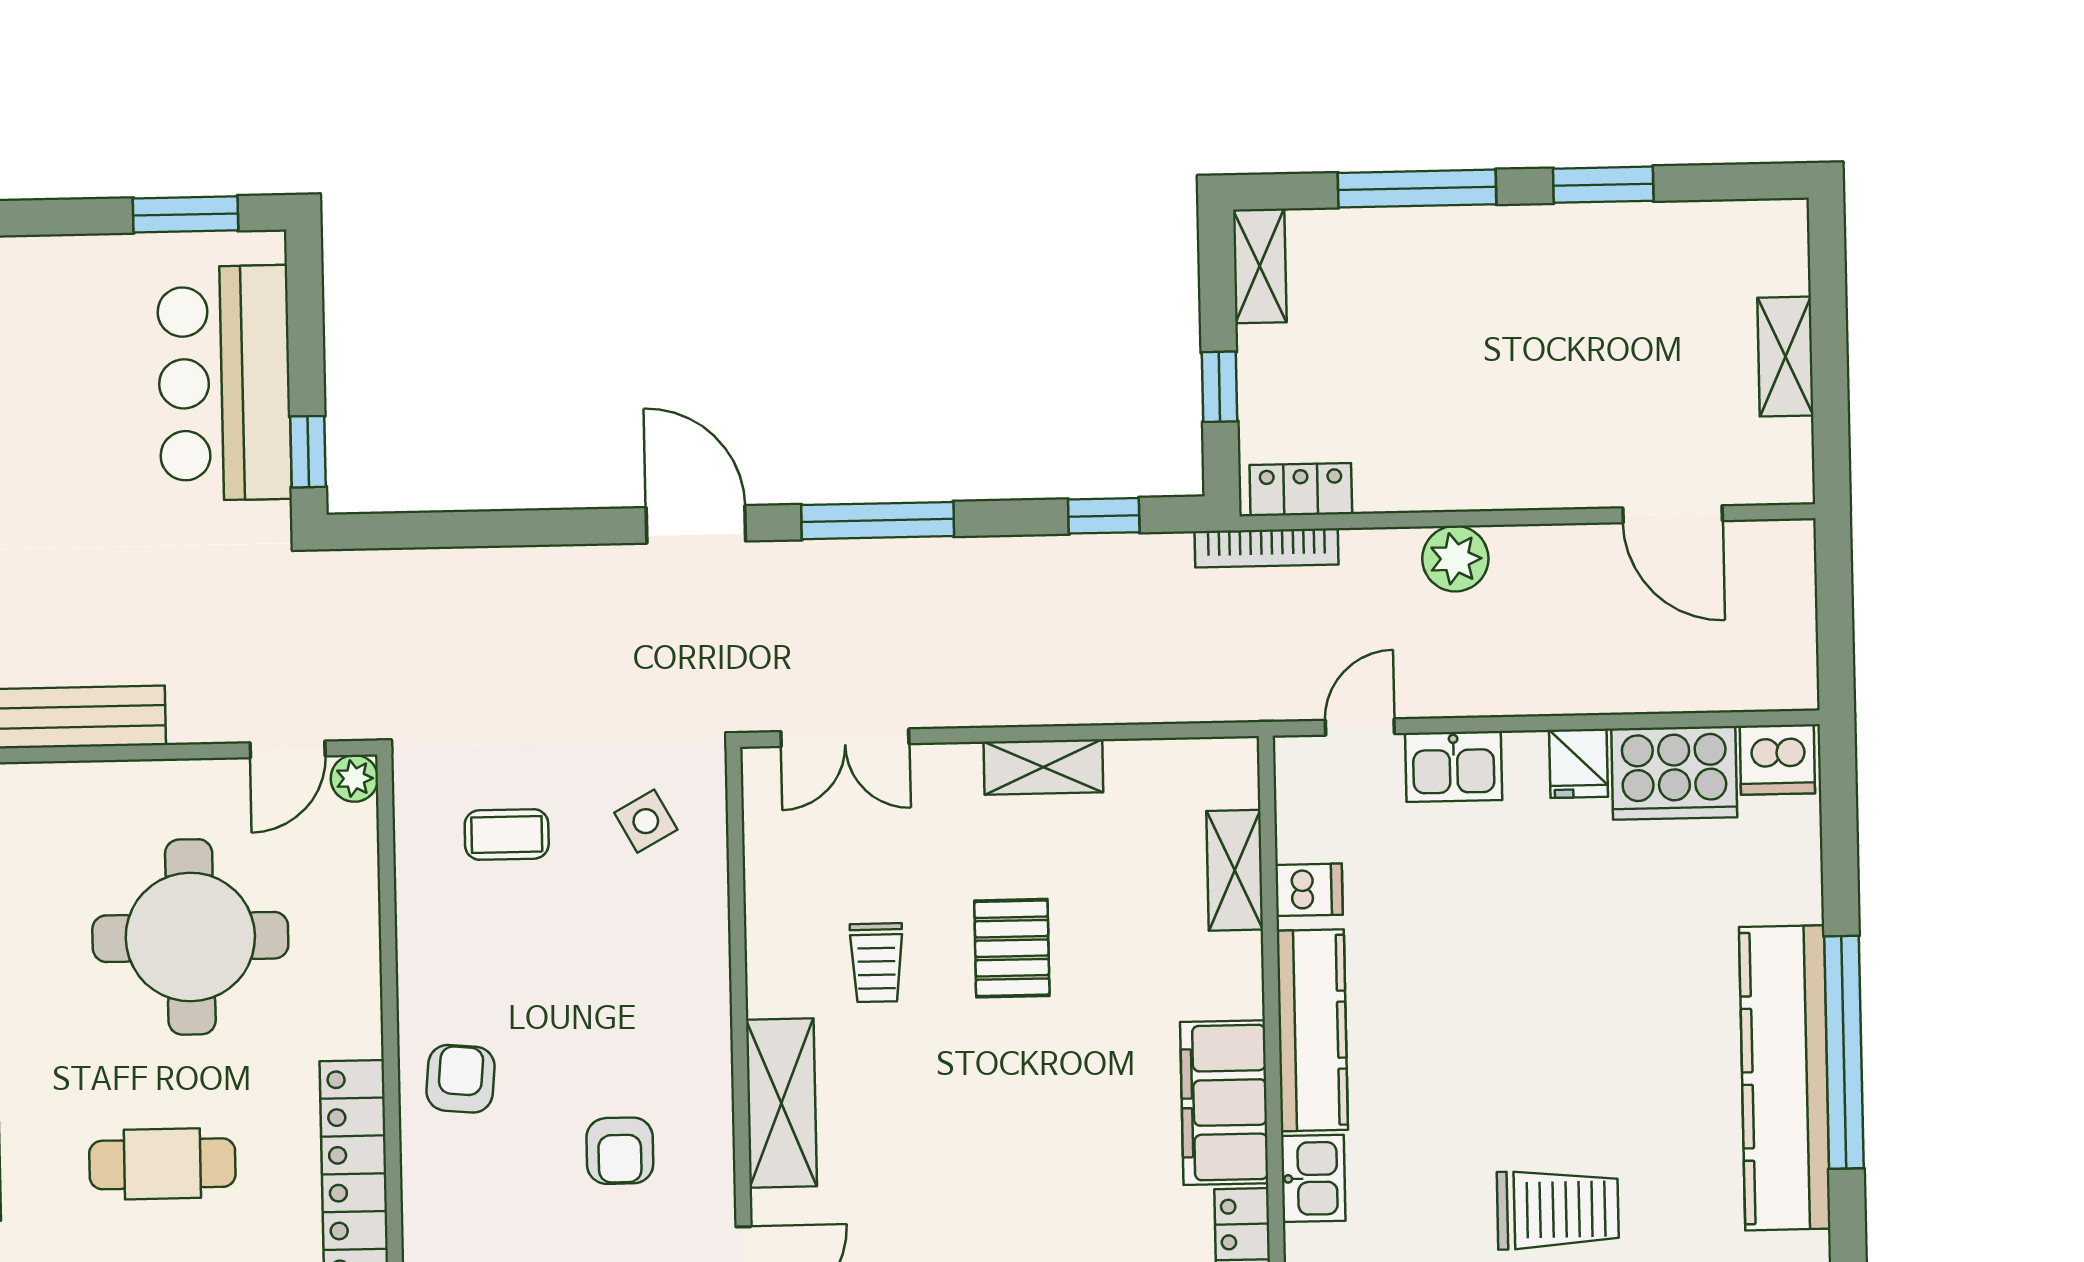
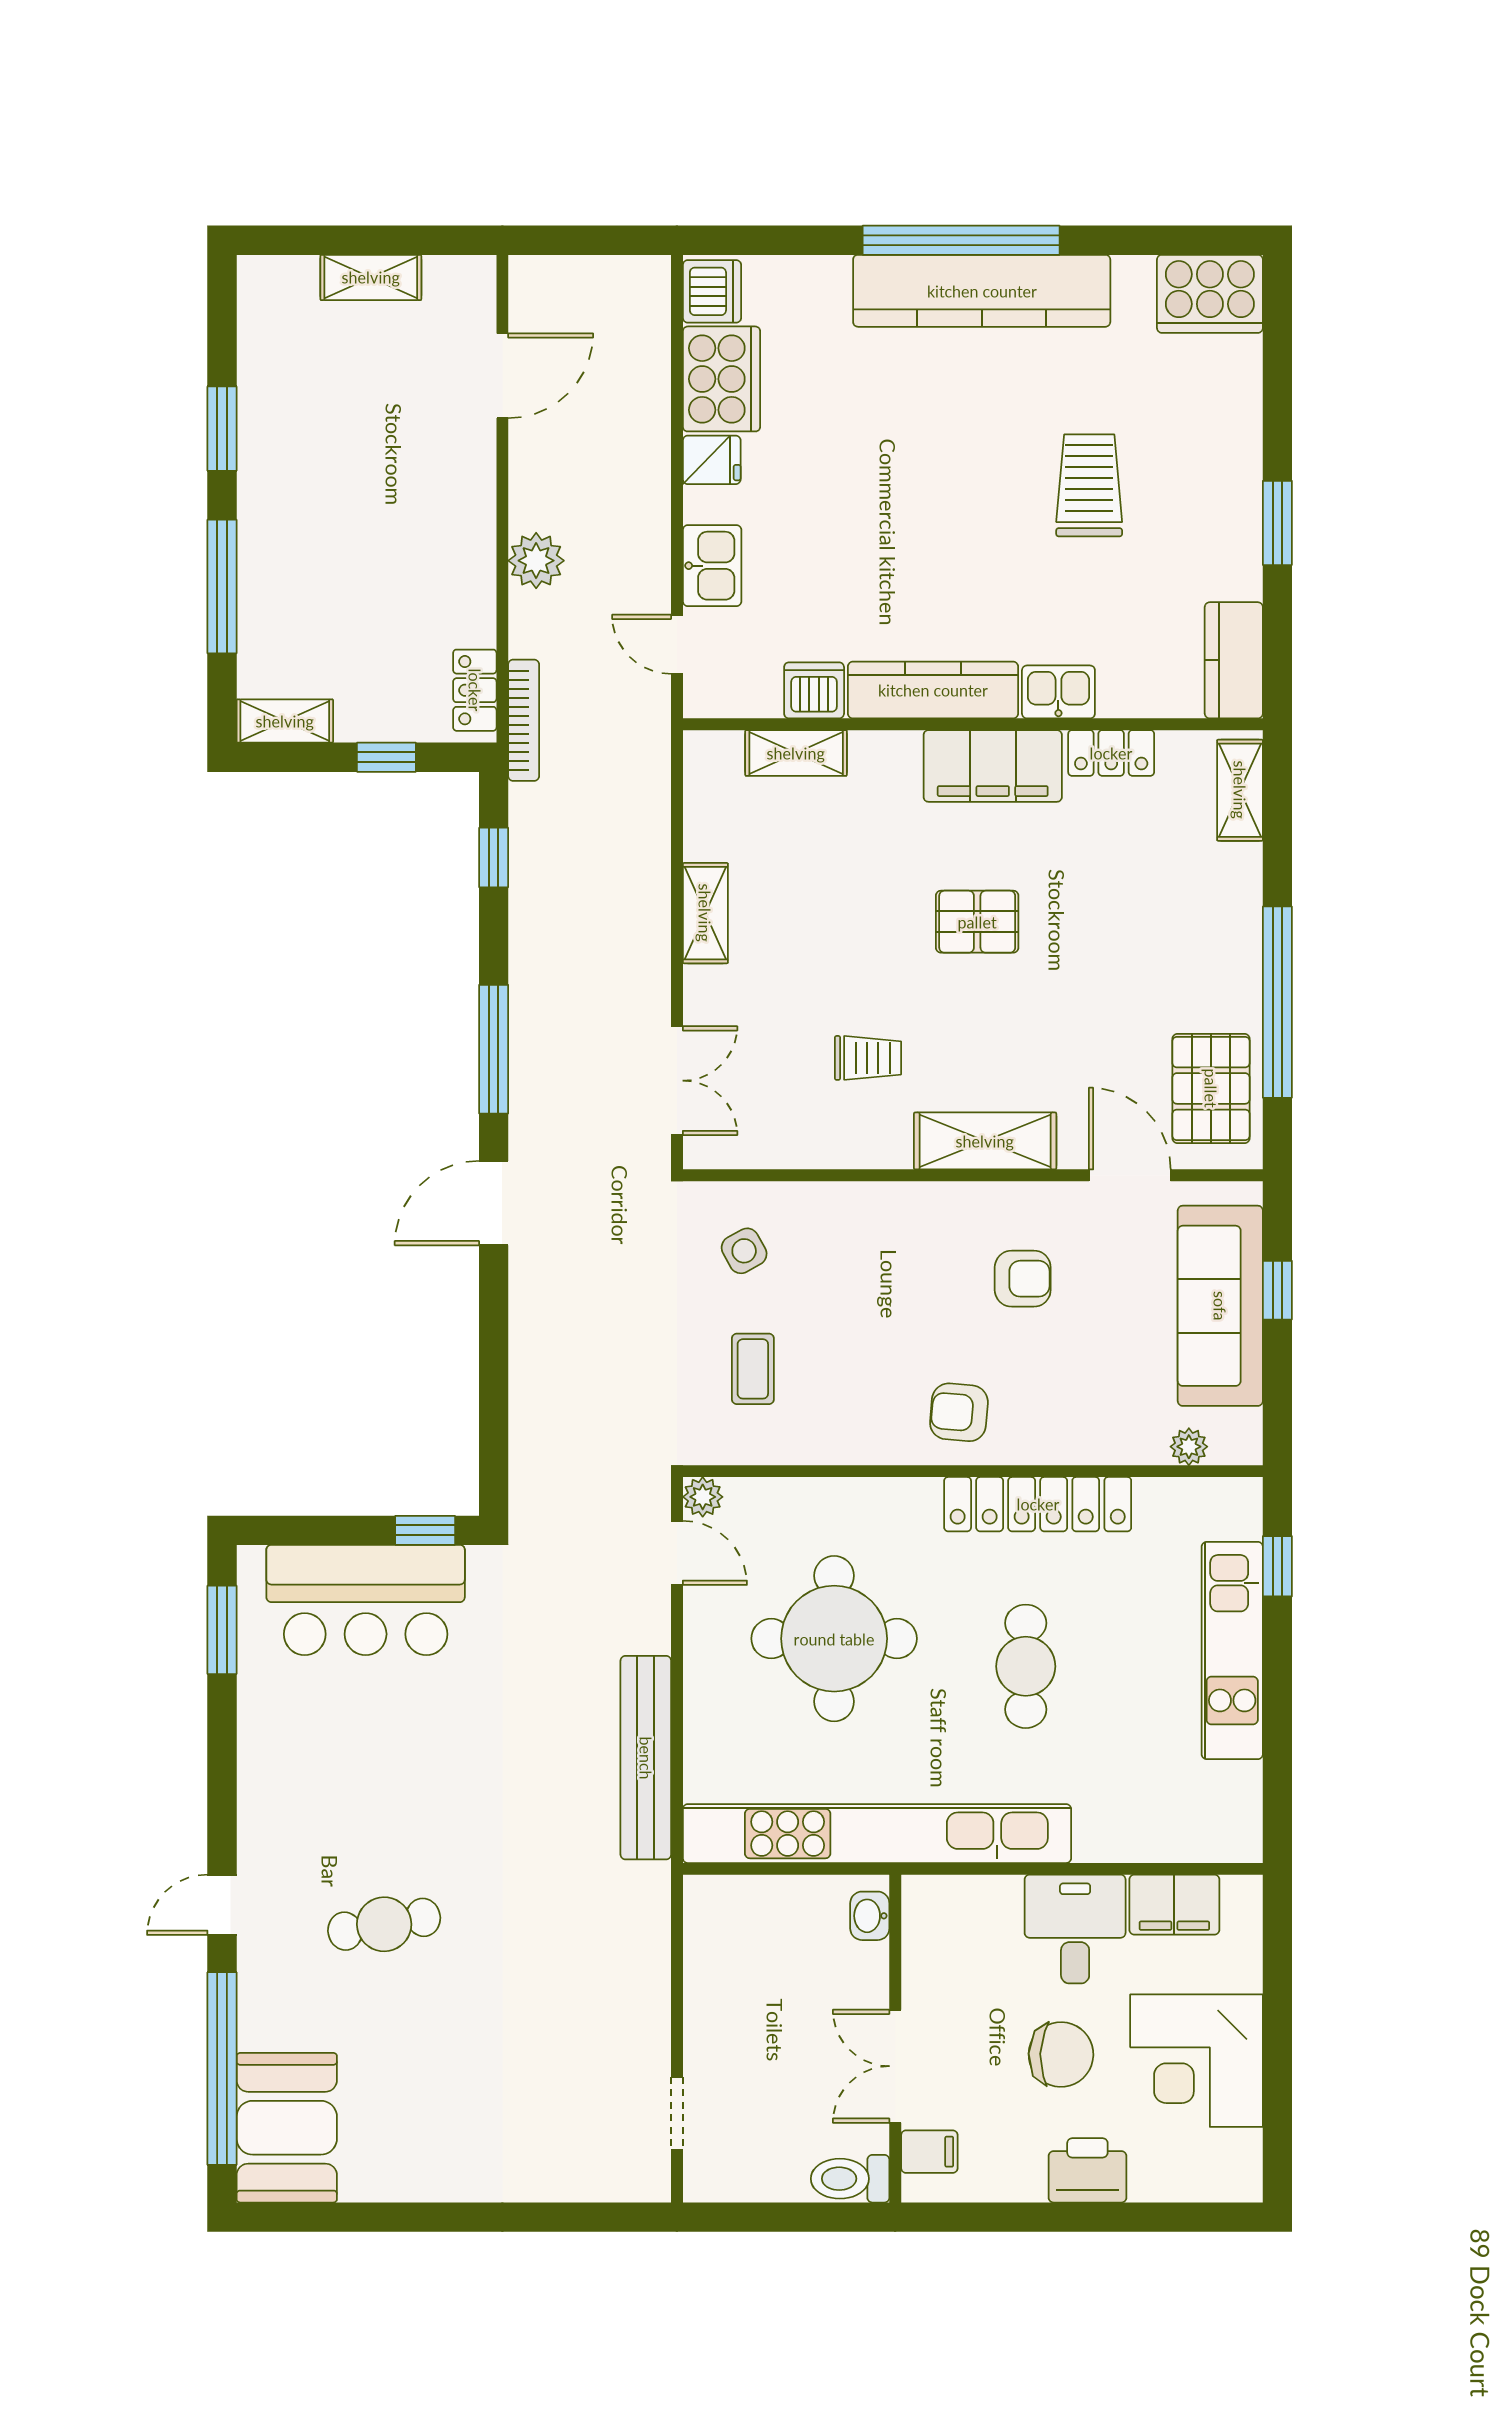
dishwasher: (1309, 890) -> (814, 690), width x1.38
pallet: (1012, 948) -> (977, 922), moved

